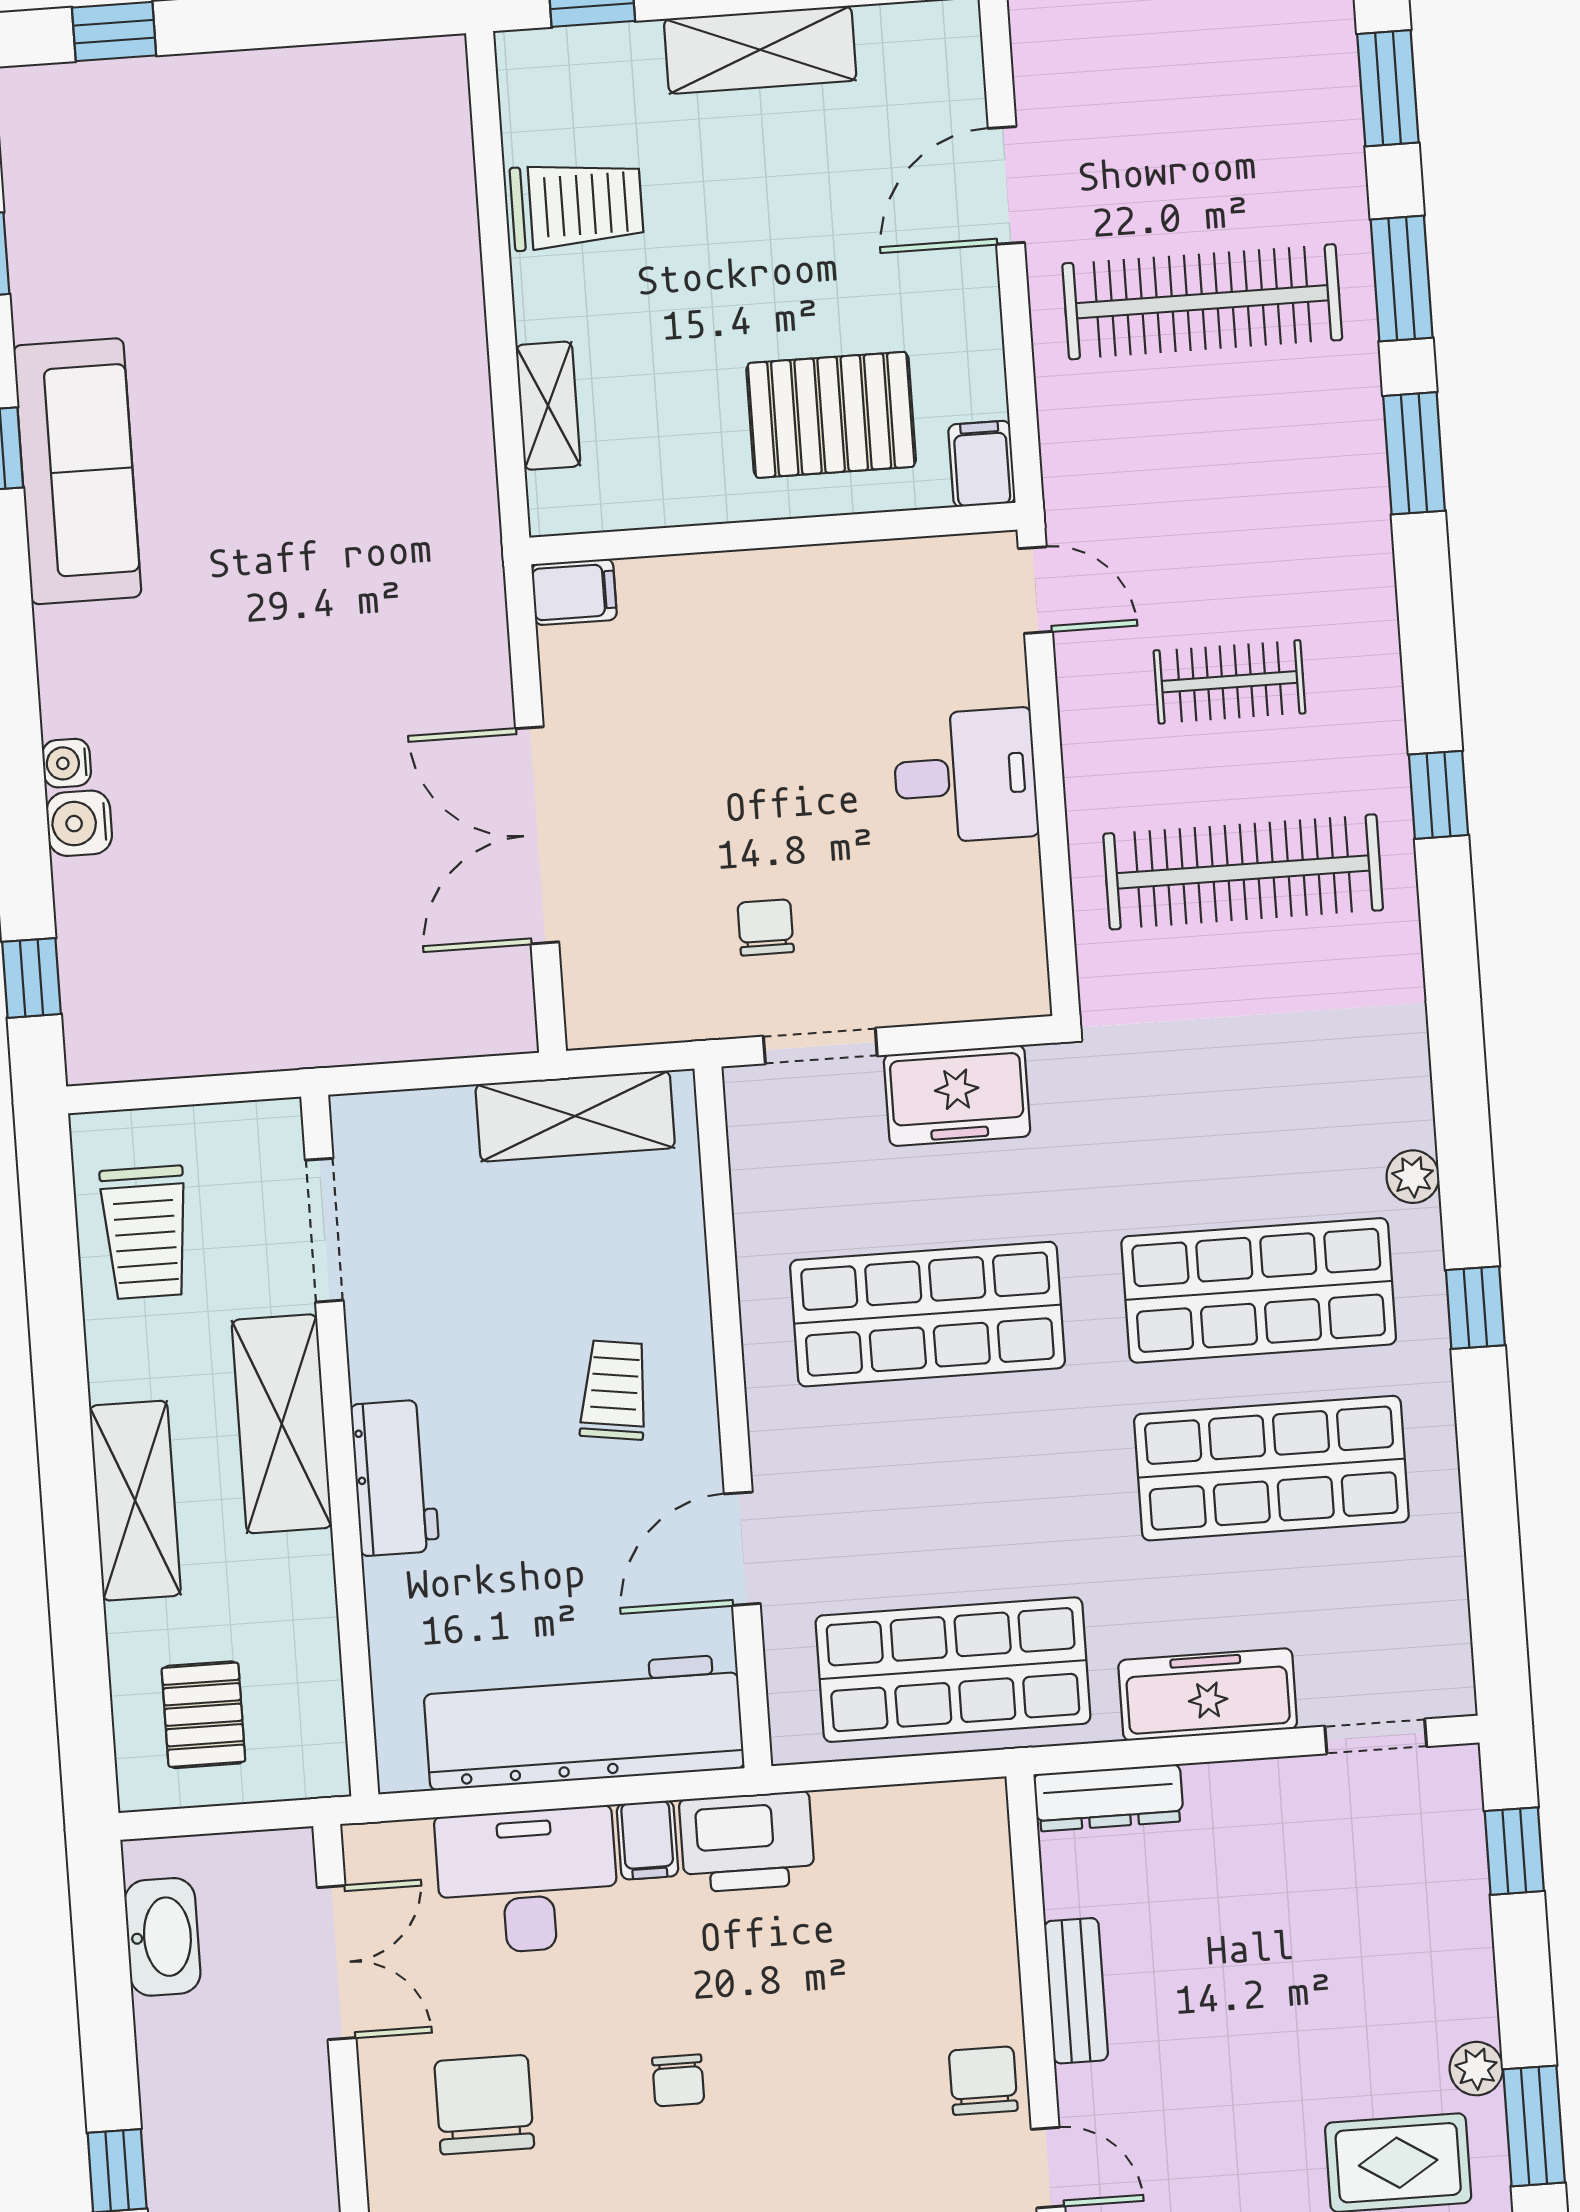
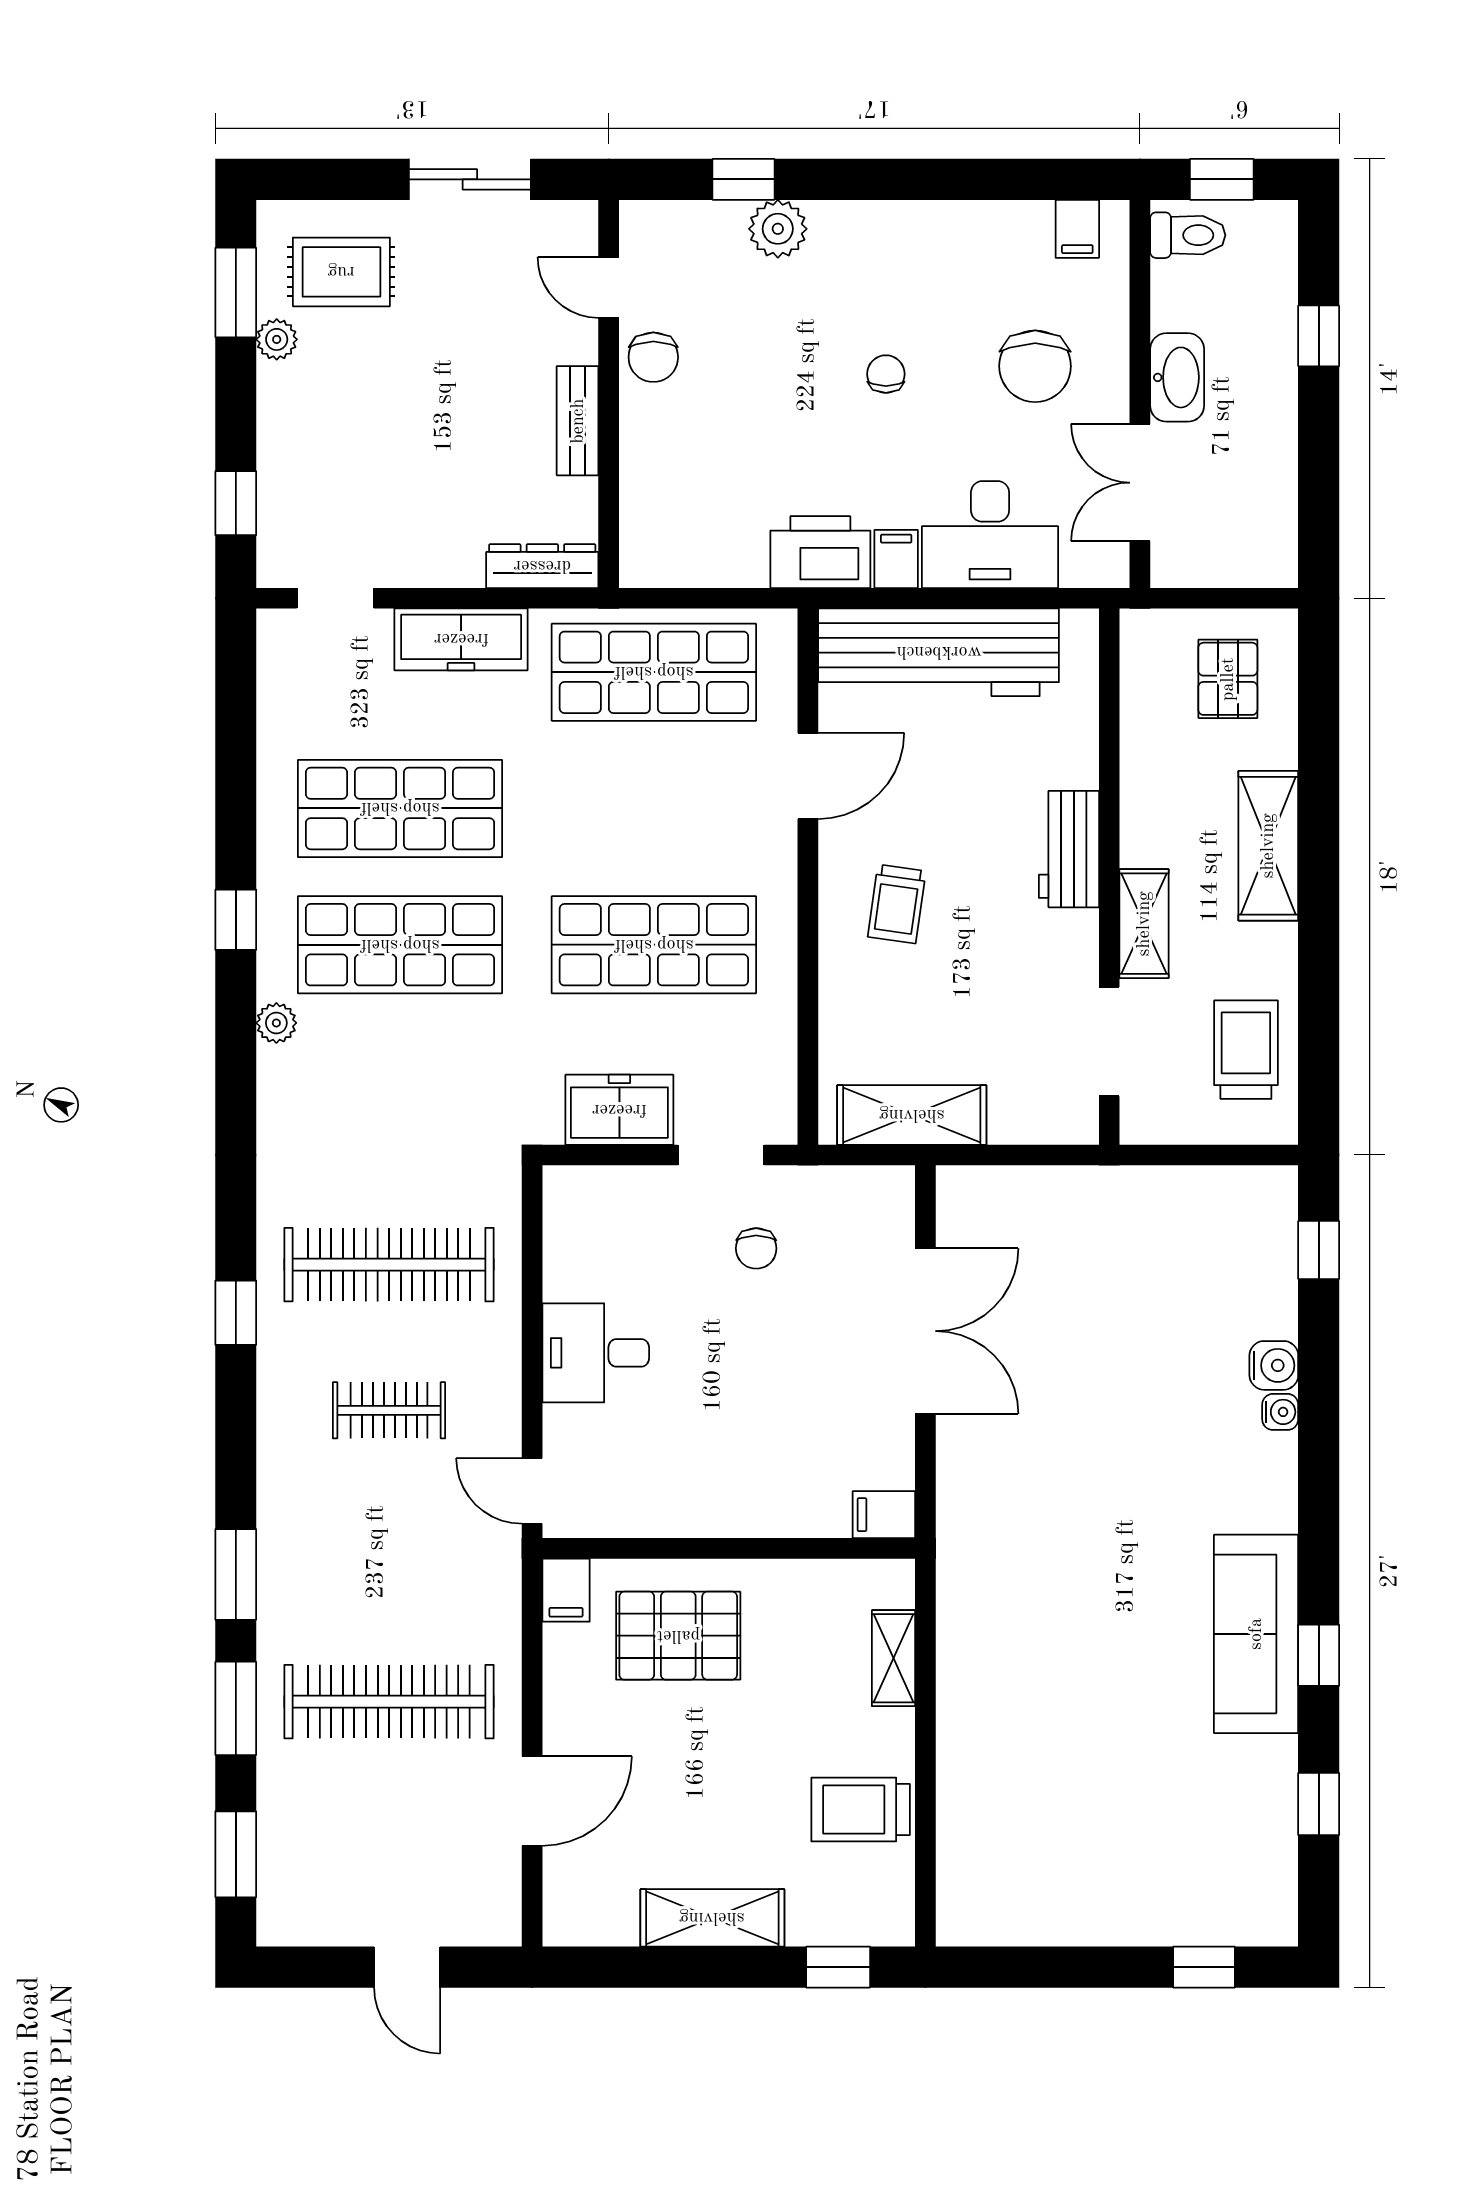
shelving: (282, 1424) -> (1144, 924), width x0.67, depth x0.75
washbasin: (163, 1937) -> (1177, 377), moved, turned 180

